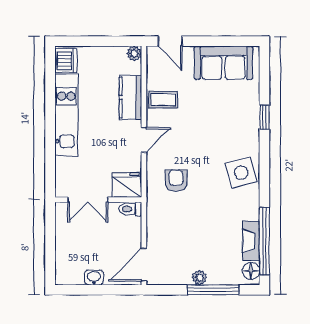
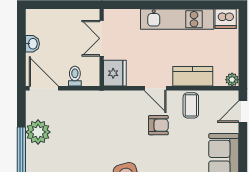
armchair: (176, 181) -> (158, 125), moved
toilet: (130, 209) -> (75, 76), moved
plant: (199, 278) -> (38, 132), width x1.88, depth x1.88

